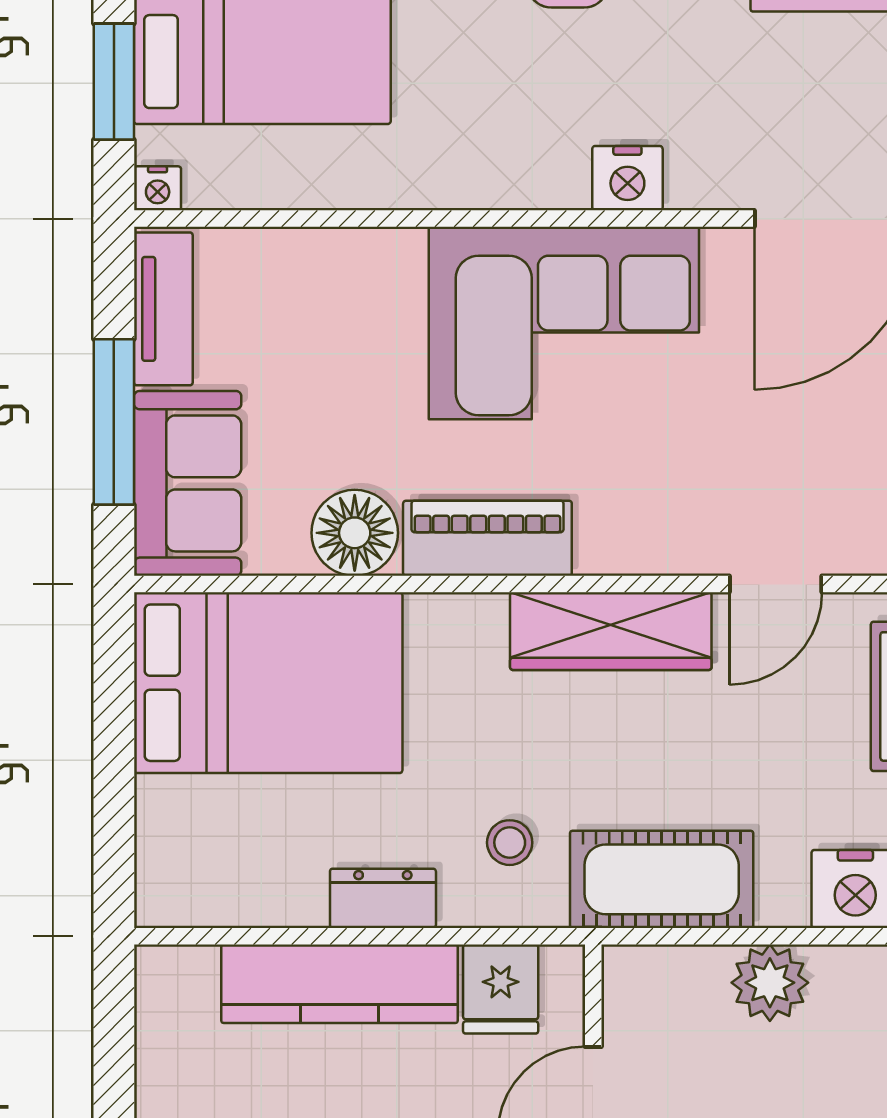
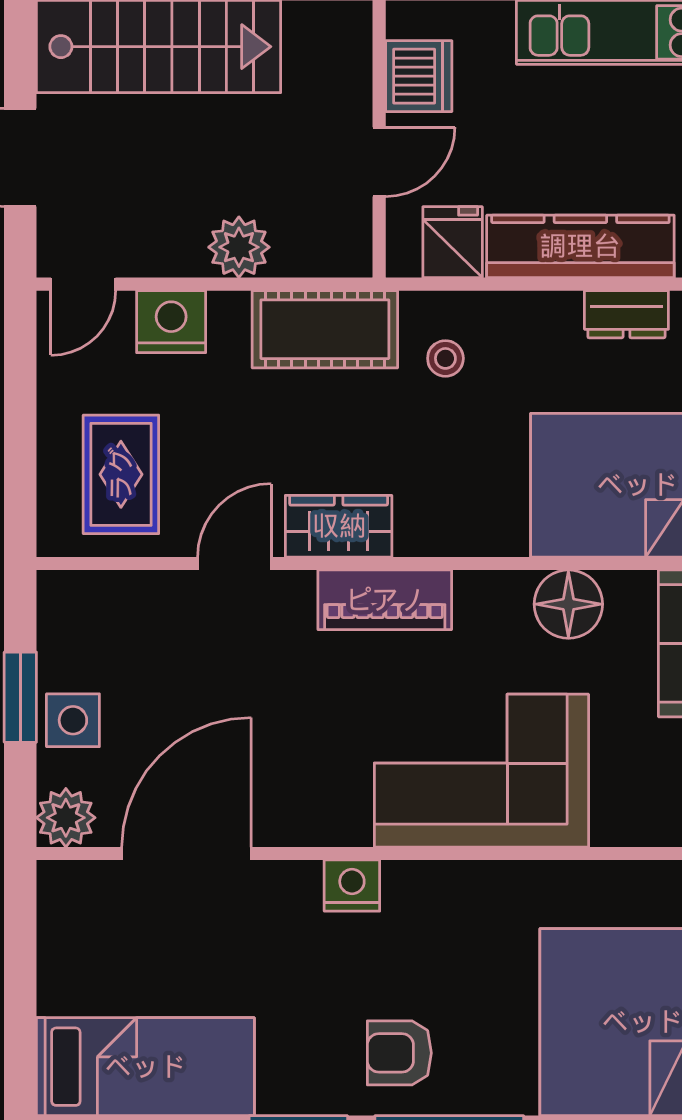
corner sofa: (564, 323) -> (481, 771), moved
piano: (487, 538) -> (385, 600), moved
wardrobe: (611, 631) -> (339, 526), width x0.67
dresser: (383, 898) -> (626, 314), moved

